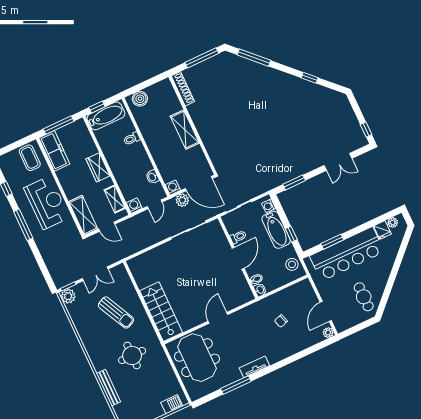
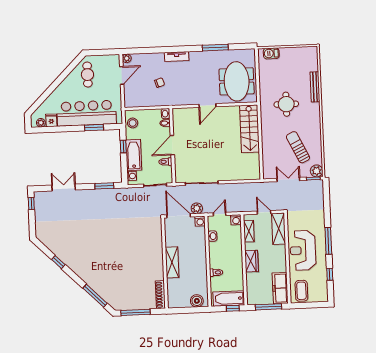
sun lounger: (116, 313) -> (298, 147), moved
tv unit: (254, 367) -> (177, 56), moved

